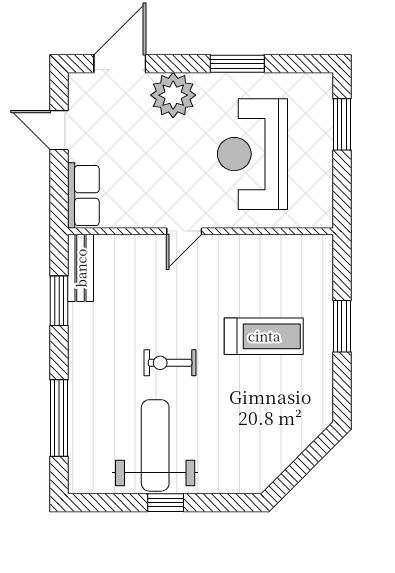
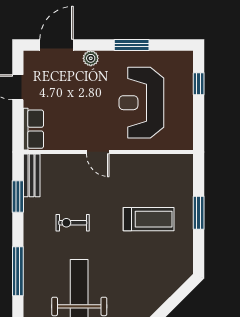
plant: (173, 95) -> (91, 58), width x0.53, depth x0.53
window: (342, 124) -> (199, 84), width x0.67
door: (184, 231) -> (98, 152), hinge flipped
exercise bike: (170, 363) -> (73, 223), moved

